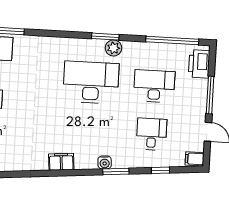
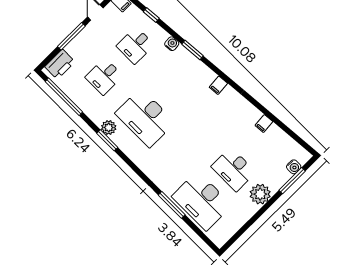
desk: (154, 86) -> (104, 77), width x0.73
filing cabinet: (61, 162) -> (218, 85), width x0.50
water cooler: (105, 162) -> (172, 44), moved
window: (116, 171) -> (192, 50), moved

